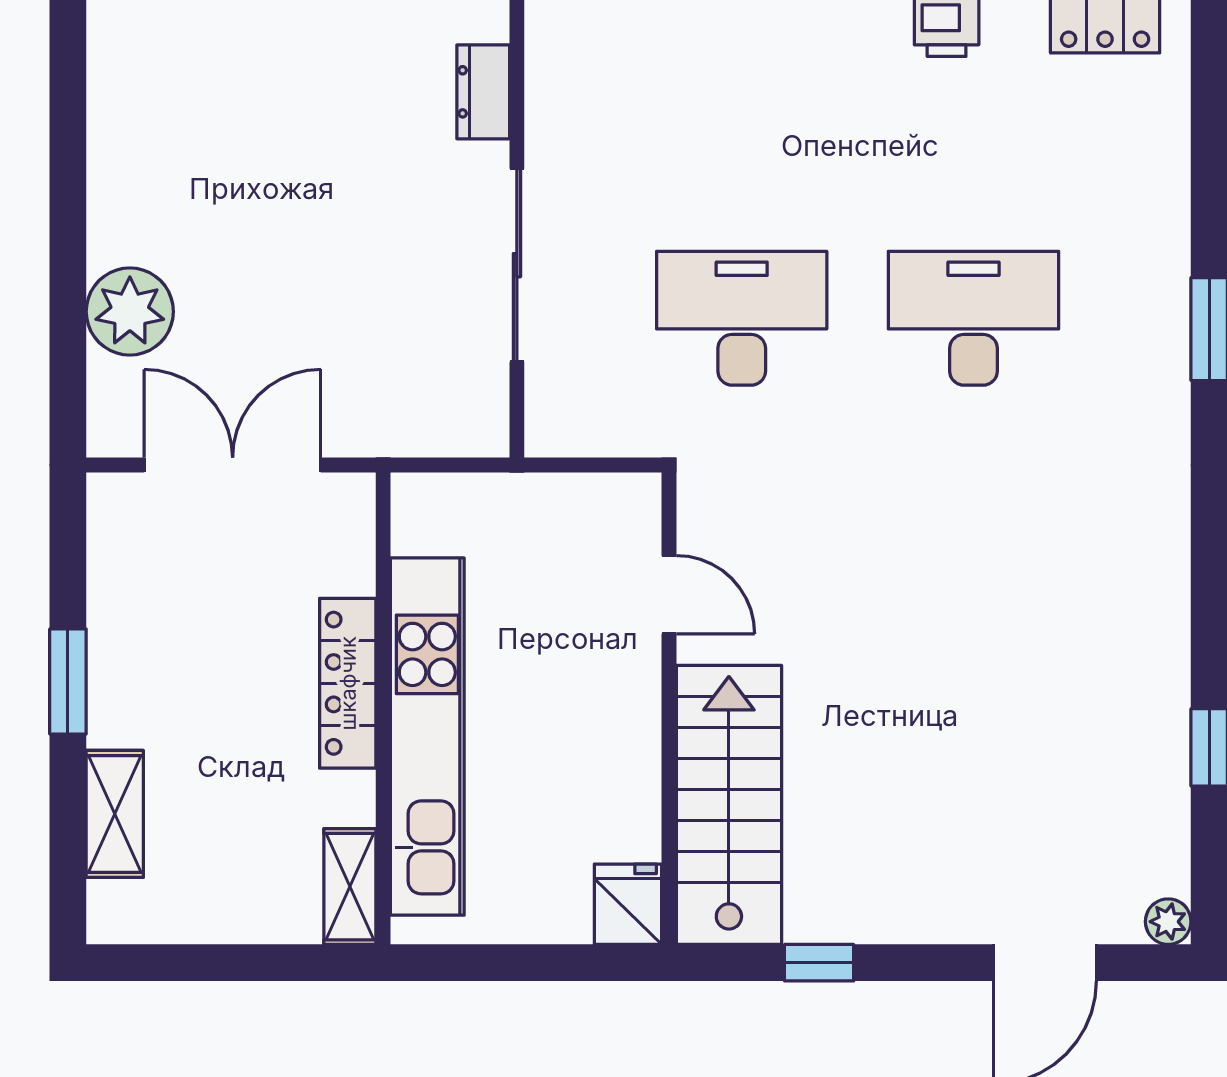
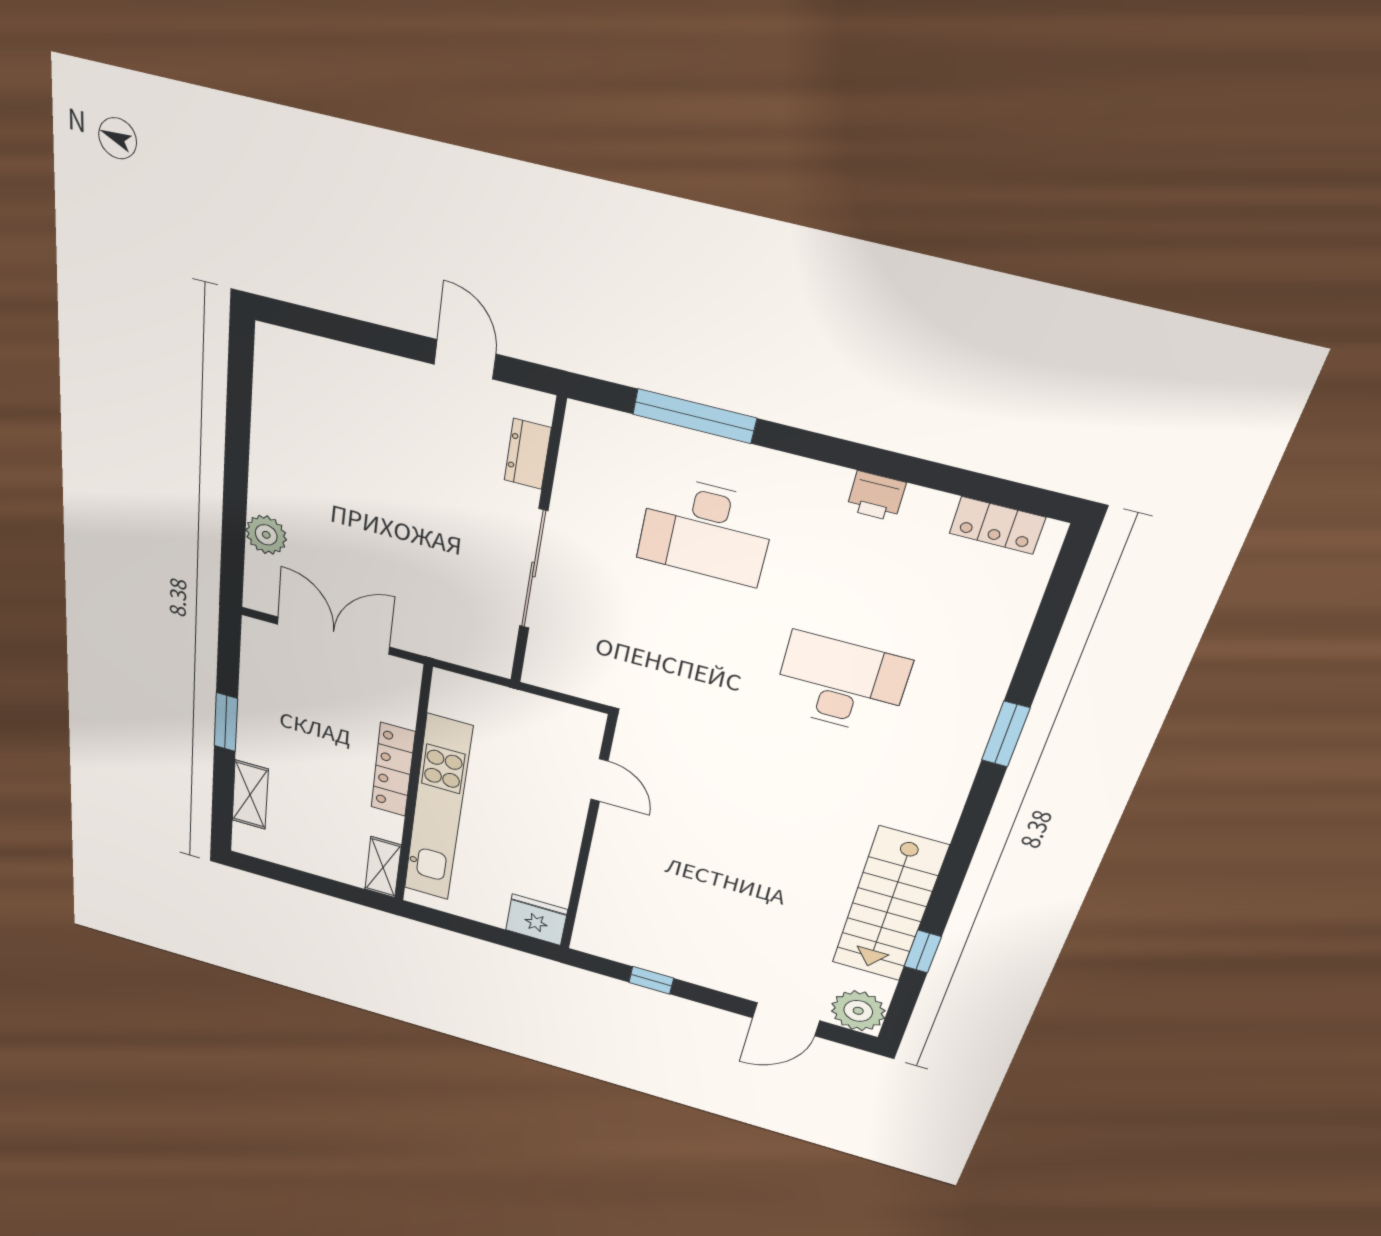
plant: (130, 312) -> (266, 535), width x0.73, depth x0.73
desk: (742, 318) -> (706, 531), moved, turned 180
stairs: (729, 805) -> (889, 905), moved, turned 180
fridge: (628, 904) -> (537, 920), width x1.38
plant: (1168, 922) -> (858, 1011), width x1.88, depth x1.88

